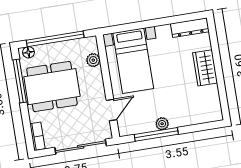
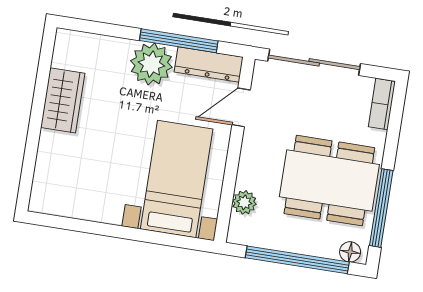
dresser: (190, 28) -> (209, 65), moved, turned 180
wardrobe: (205, 68) -> (63, 100), moved
plant: (162, 124) -> (151, 64), width x1.88, depth x1.88

